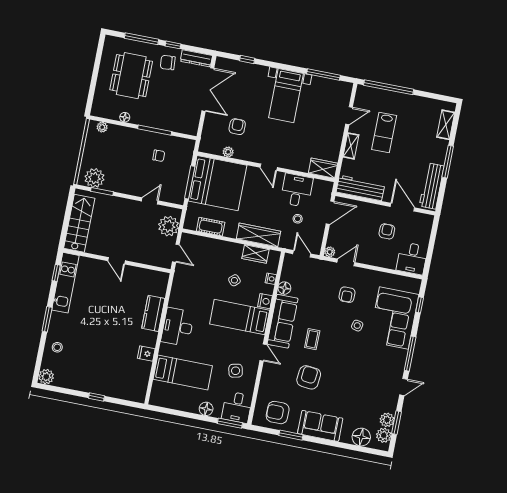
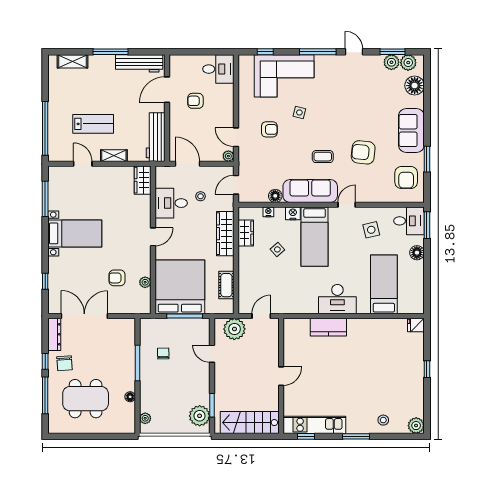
fridge: (146, 354) -> (416, 325), moved, turned 90

